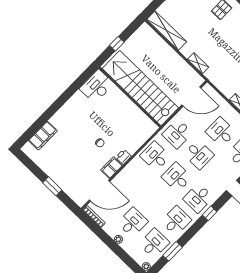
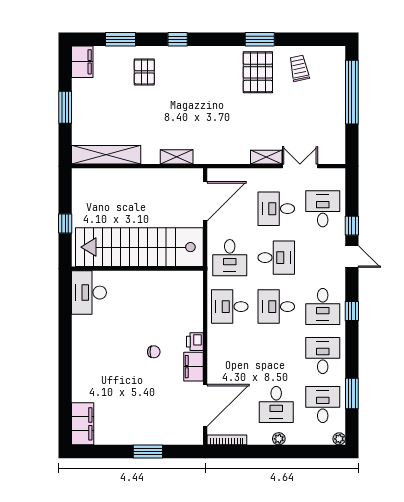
filing cabinet: (43, 136) -> (83, 424), moved
desk: (133, 222) -> (276, 404), turned 180

